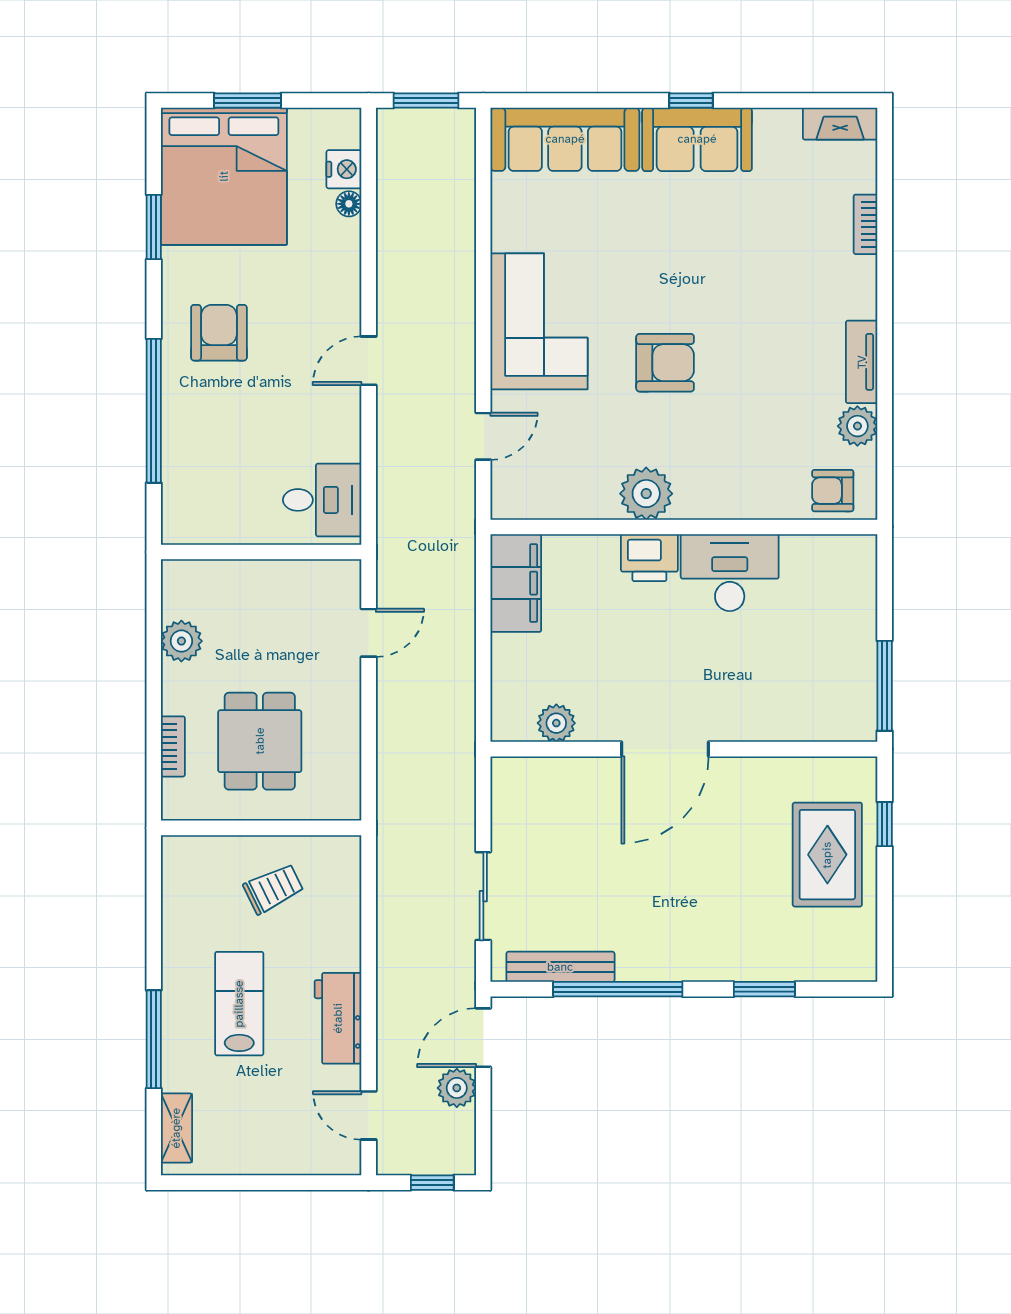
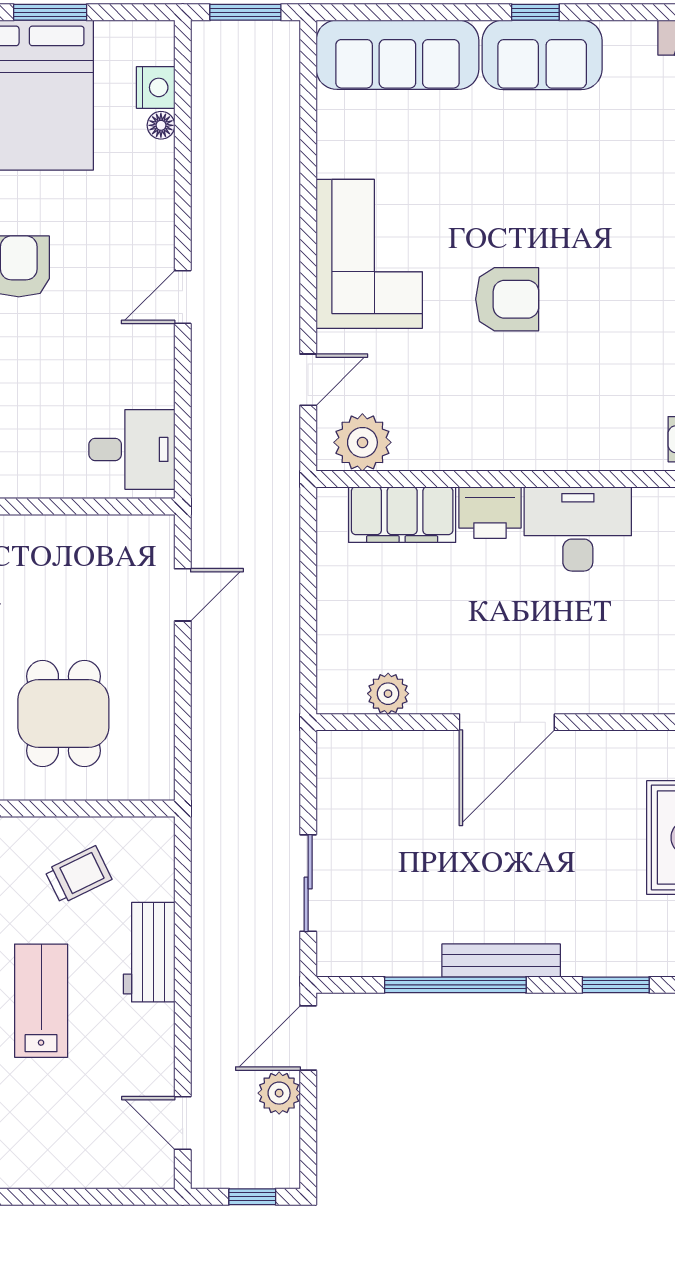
plant: (646, 494) -> (362, 442), moved
filing cabinet: (516, 583) -> (402, 515), moved, turned 90
bench: (560, 967) -> (501, 960), moved
workbench: (338, 1018) -> (149, 952), moved

